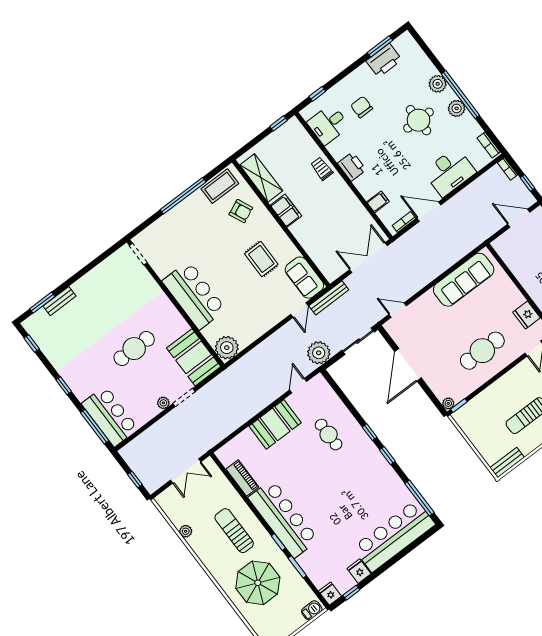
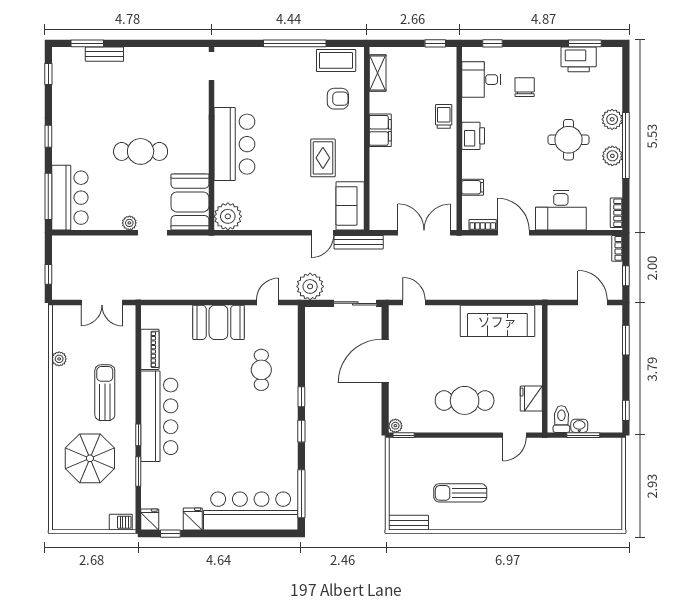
shelving: (261, 178) -> (378, 73), width x0.67, depth x0.75
armchair: (241, 211) -> (338, 99), turned -66

